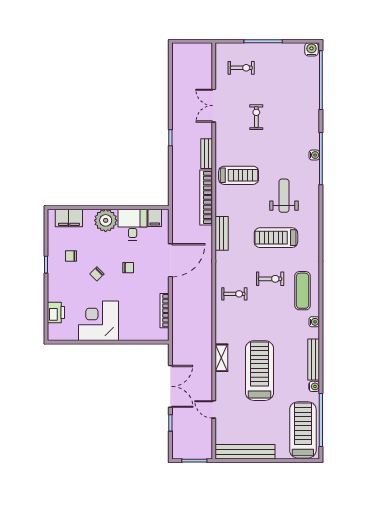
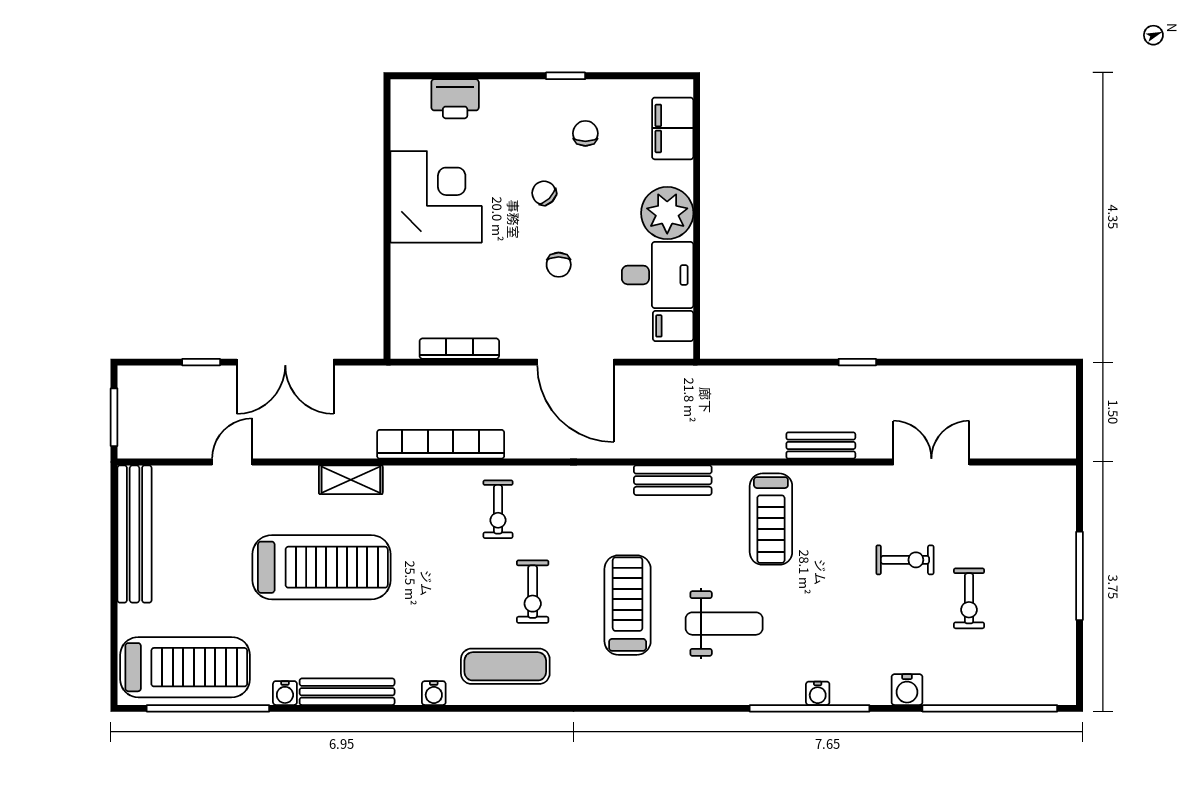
water cooler: (311, 49) -> (907, 690), moved, turned 90
exercise bike: (241, 68) -> (969, 598), moved
bookcase: (206, 197) -> (441, 444), moved
bench: (222, 233) -> (673, 480), moved

